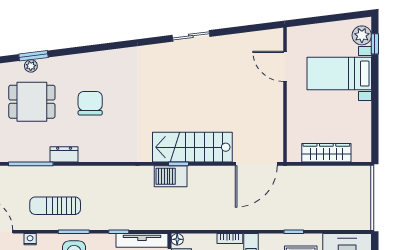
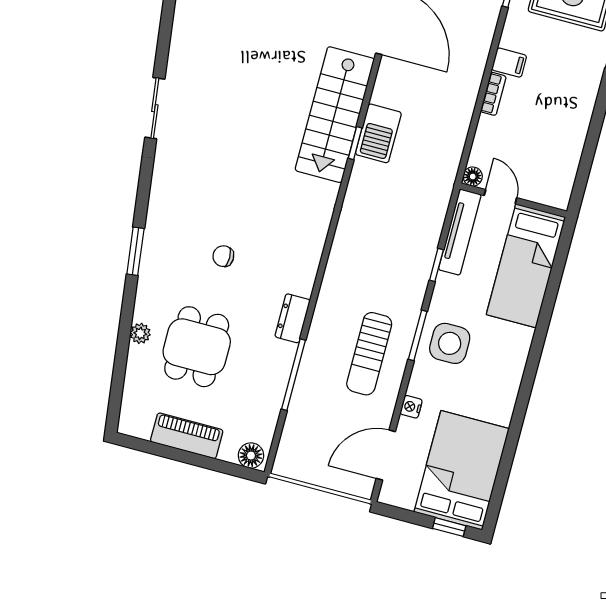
sliding door: (191, 36) -> (155, 108), moved
window: (33, 56) -> (135, 251), moved
chair: (90, 103) -> (223, 256), width x0.54, depth x0.54
barbecue: (171, 176) -> (378, 133), moved

